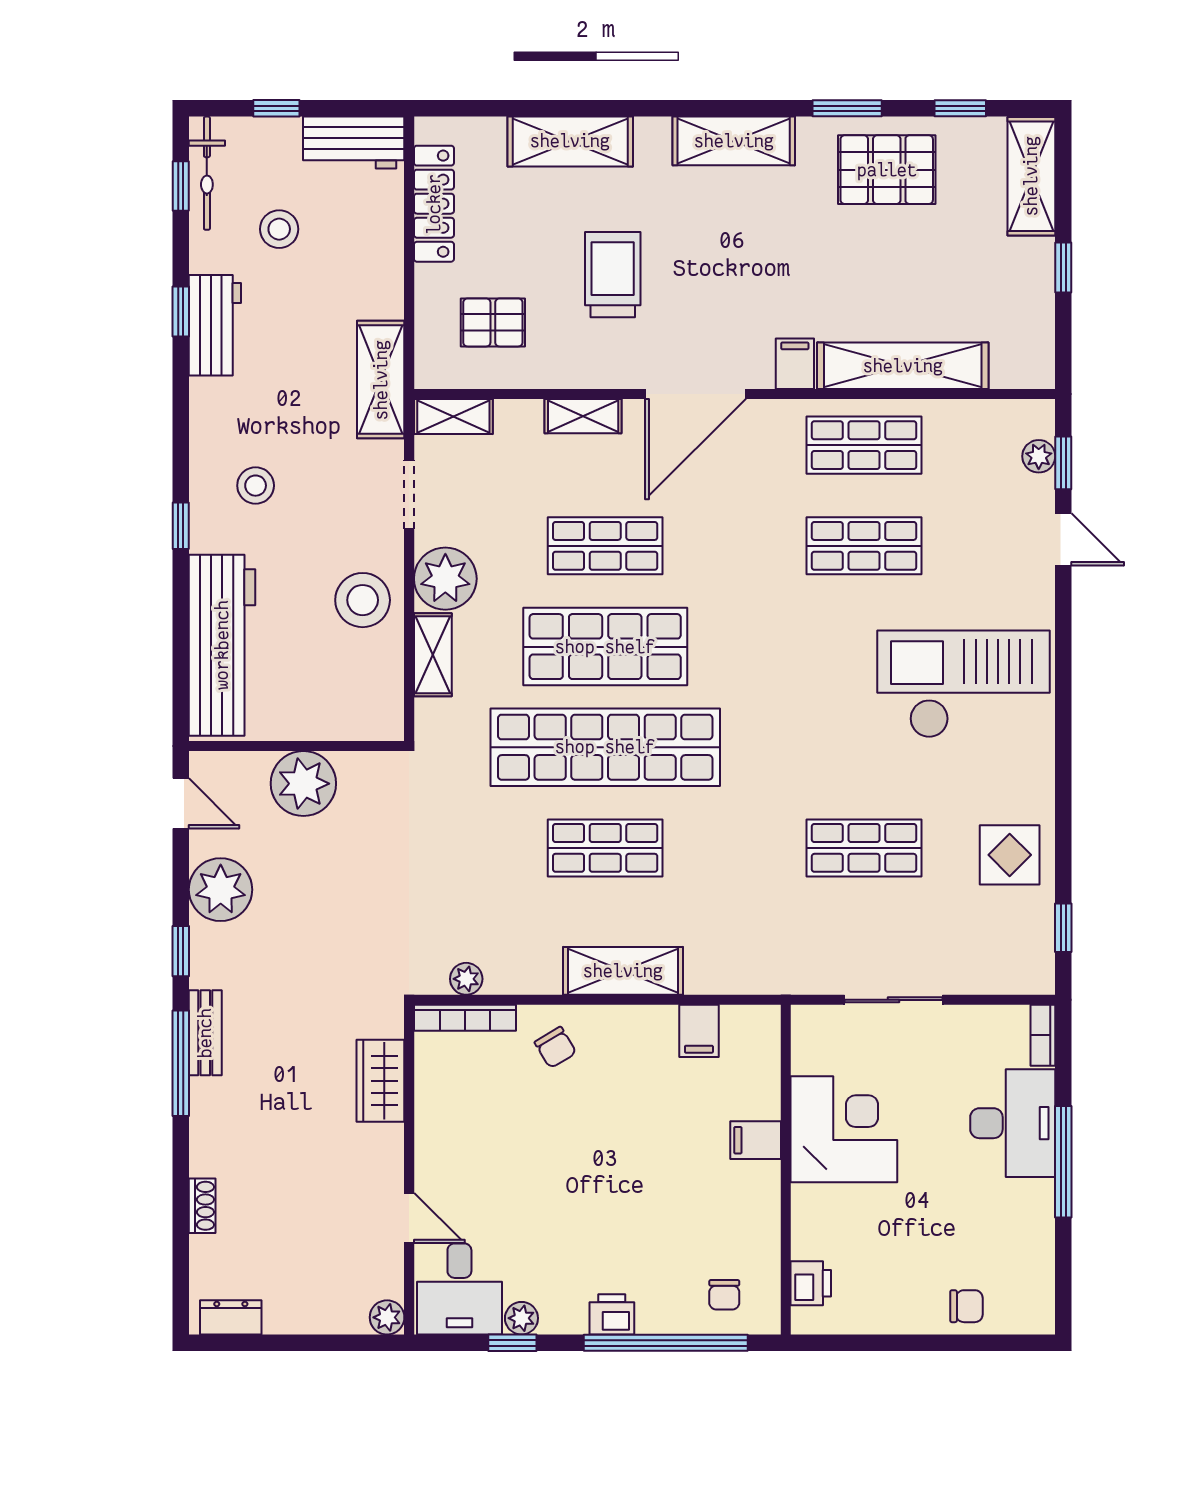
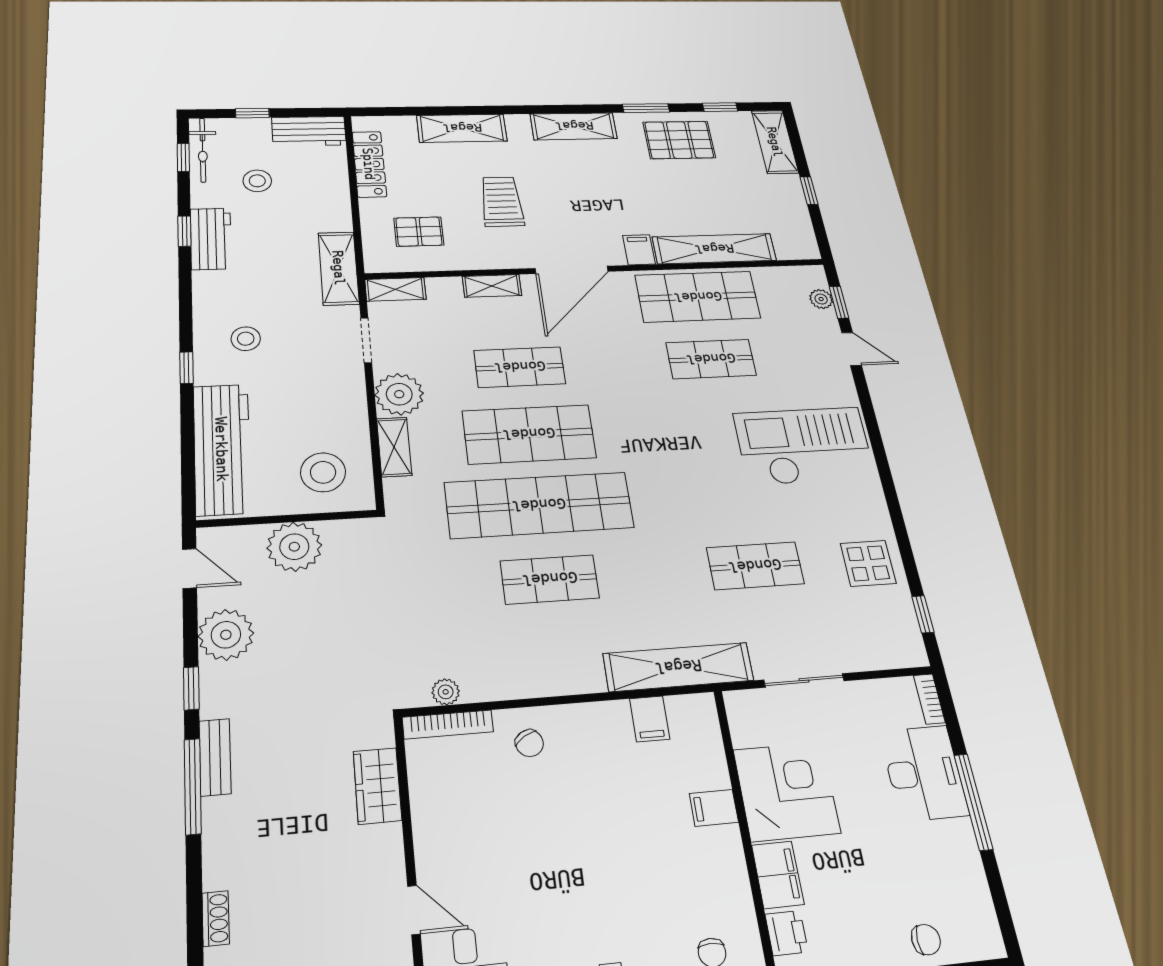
shop shelf: (864, 445) -> (698, 297), width x1.43, depth x1.36
stool: (363, 600) -> (323, 472), moved
shelving: (623, 971) -> (678, 667), moved, width x1.47
filing cabinet: (814, 1221) -> (778, 875), added

